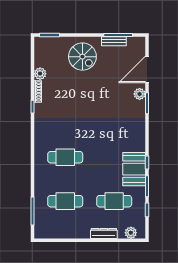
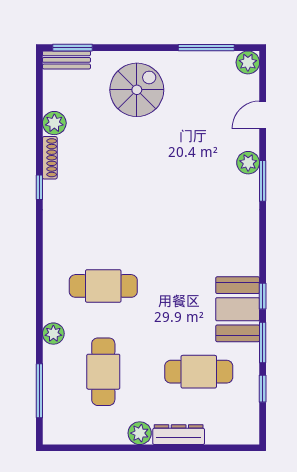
bench: (114, 41) -> (66, 60), moved
plant: (139, 43) -> (248, 62), added
spiral stairs: (82, 57) -> (137, 90), turned -90
door: (147, 69) -> (263, 115), width x0.53
plant: (40, 182) -> (53, 334), added
cafe table: (65, 201) -> (103, 372), turned 90
plant: (131, 233) -> (140, 433), moved

